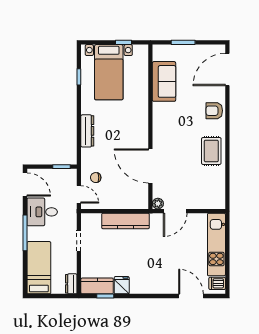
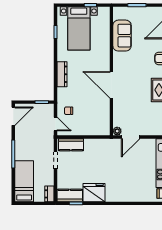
door: (150, 166) -> (111, 85), moved
door: (25, 184) -> (13, 116), hinge flipped
desk: (42, 212) -> (27, 138), removed
kitchen counter: (125, 221) -> (71, 145), moved, width x0.67
fridge: (122, 285) -> (94, 193), width x1.88, depth x1.34
door: (191, 296) -> (143, 203), removed

